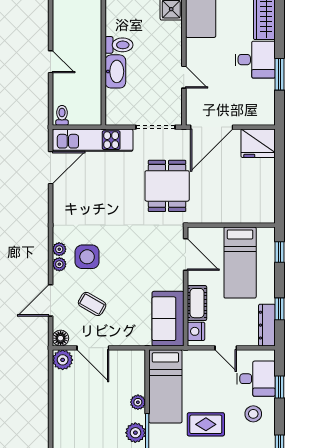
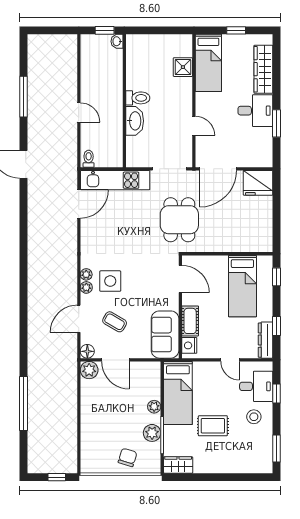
door: (186, 254) -> (180, 279), moved
wall: (186, 287) -> (180, 307), moved
cot: (197, 303) -> (190, 321), moved
sofa: (168, 319) -> (165, 335), moved
nightstand: (196, 331) -> (189, 345), moved

